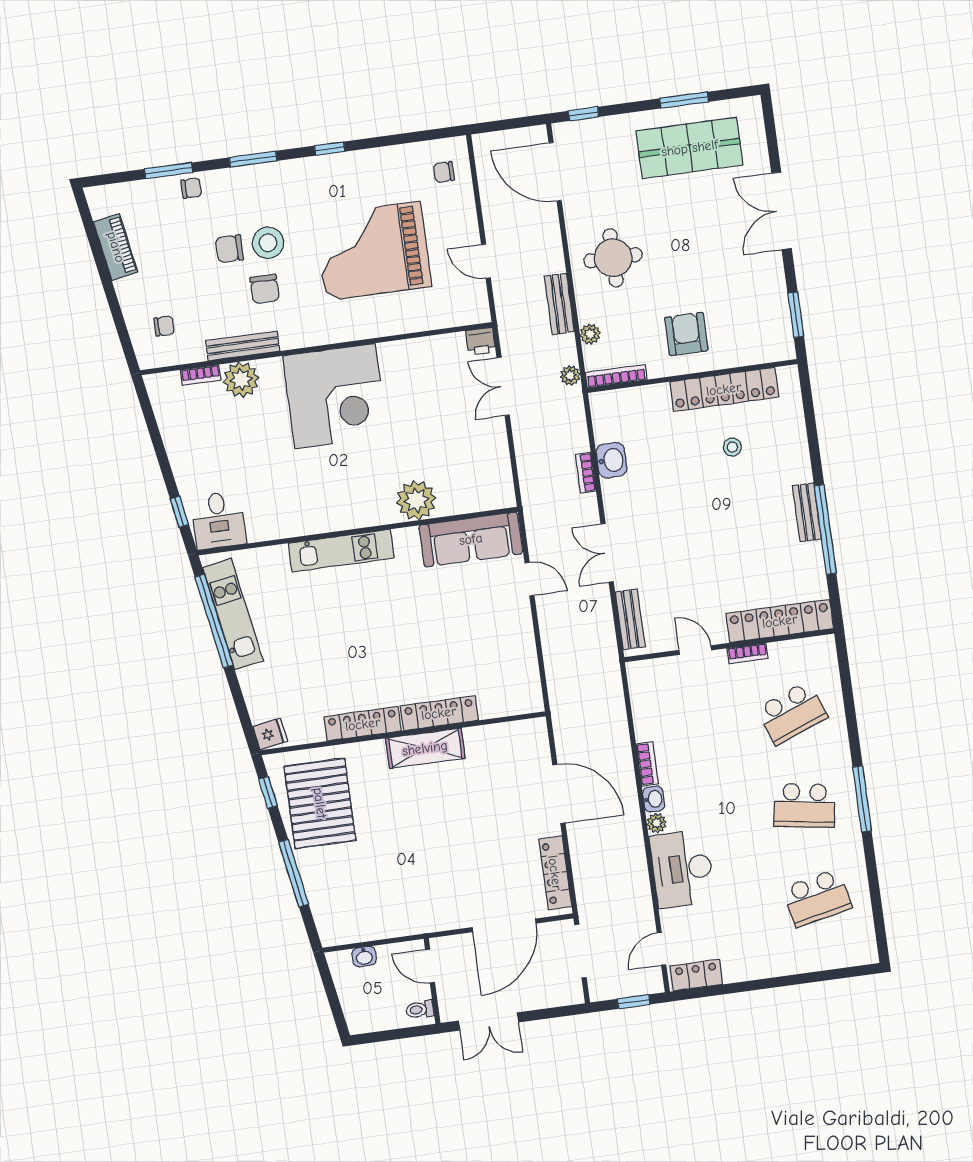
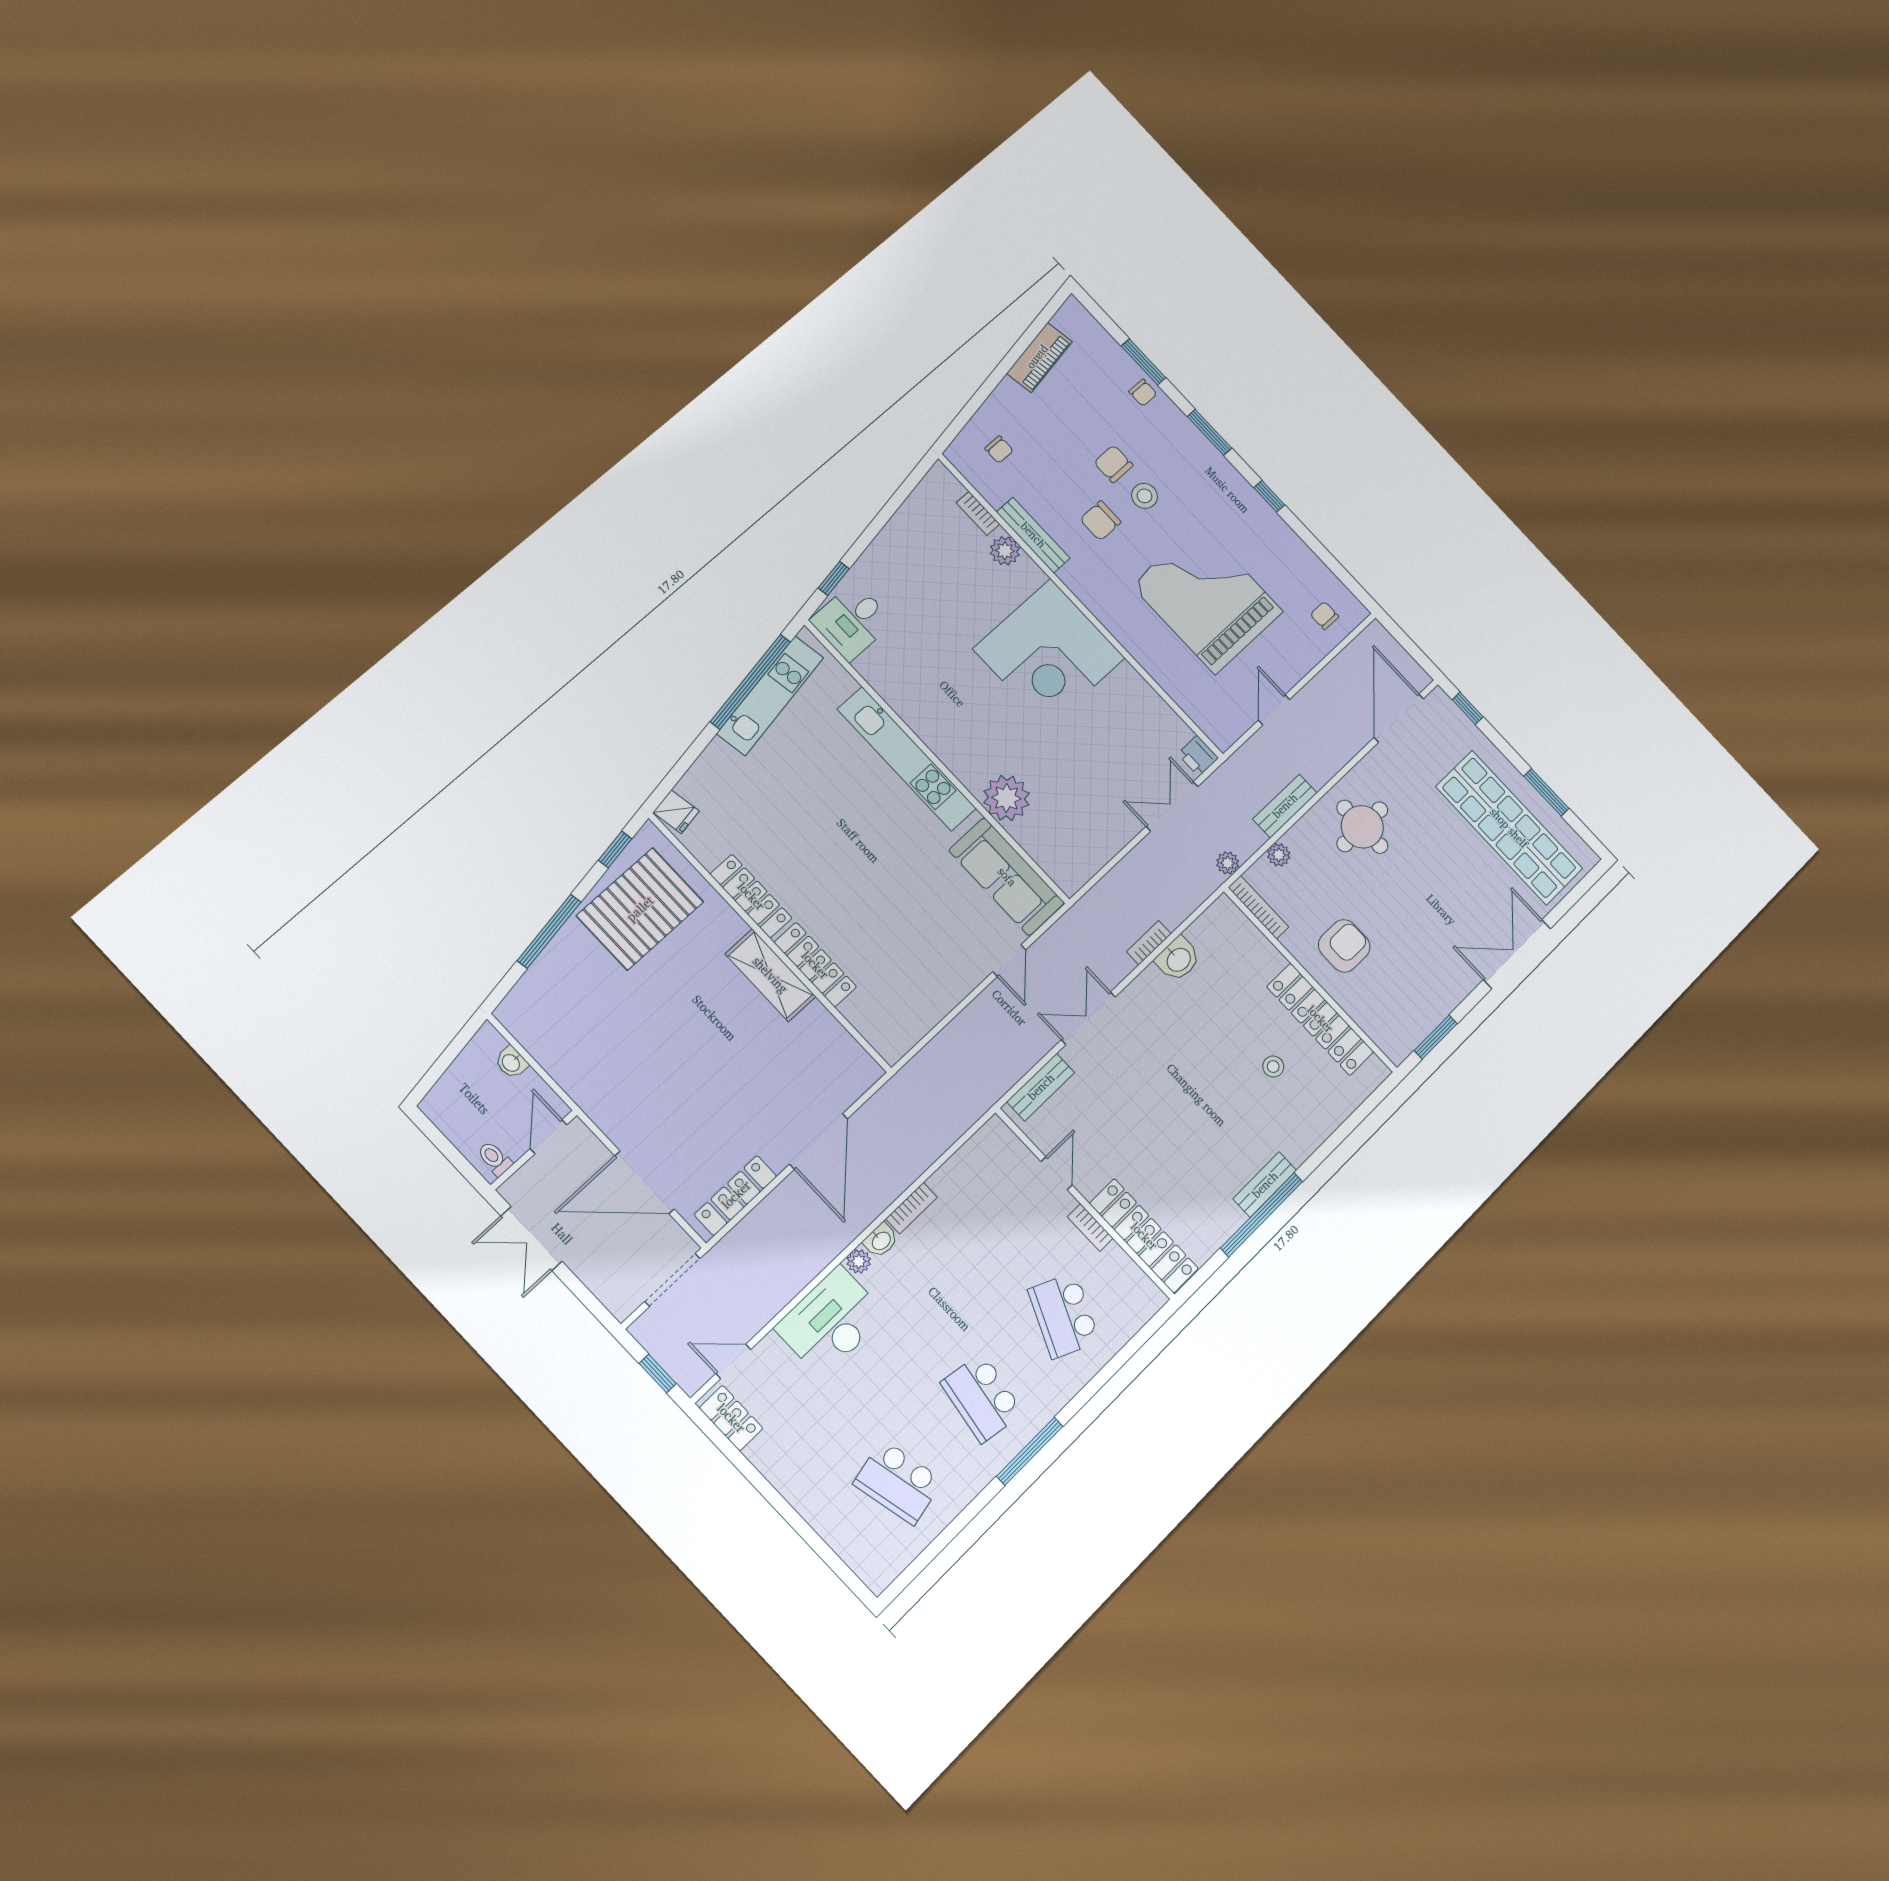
shop shelf: (690, 148) -> (1509, 828), width x1.40
stool: (268, 243) -> (1145, 496), width x0.73, depth x0.73
plant: (241, 380) -> (1005, 551), width x0.73, depth x0.73
kitchen unit: (341, 551) -> (907, 759), width x1.36
school desk: (792, 713) -> (1064, 1315), turned 45

